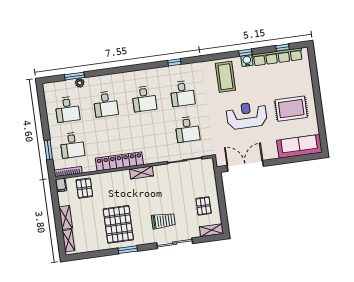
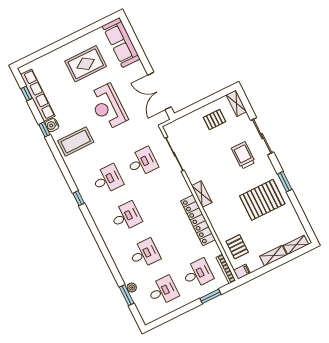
rug: (291, 109) -> (86, 64), turned 90
pallet: (84, 188) -> (237, 247), turned 90

